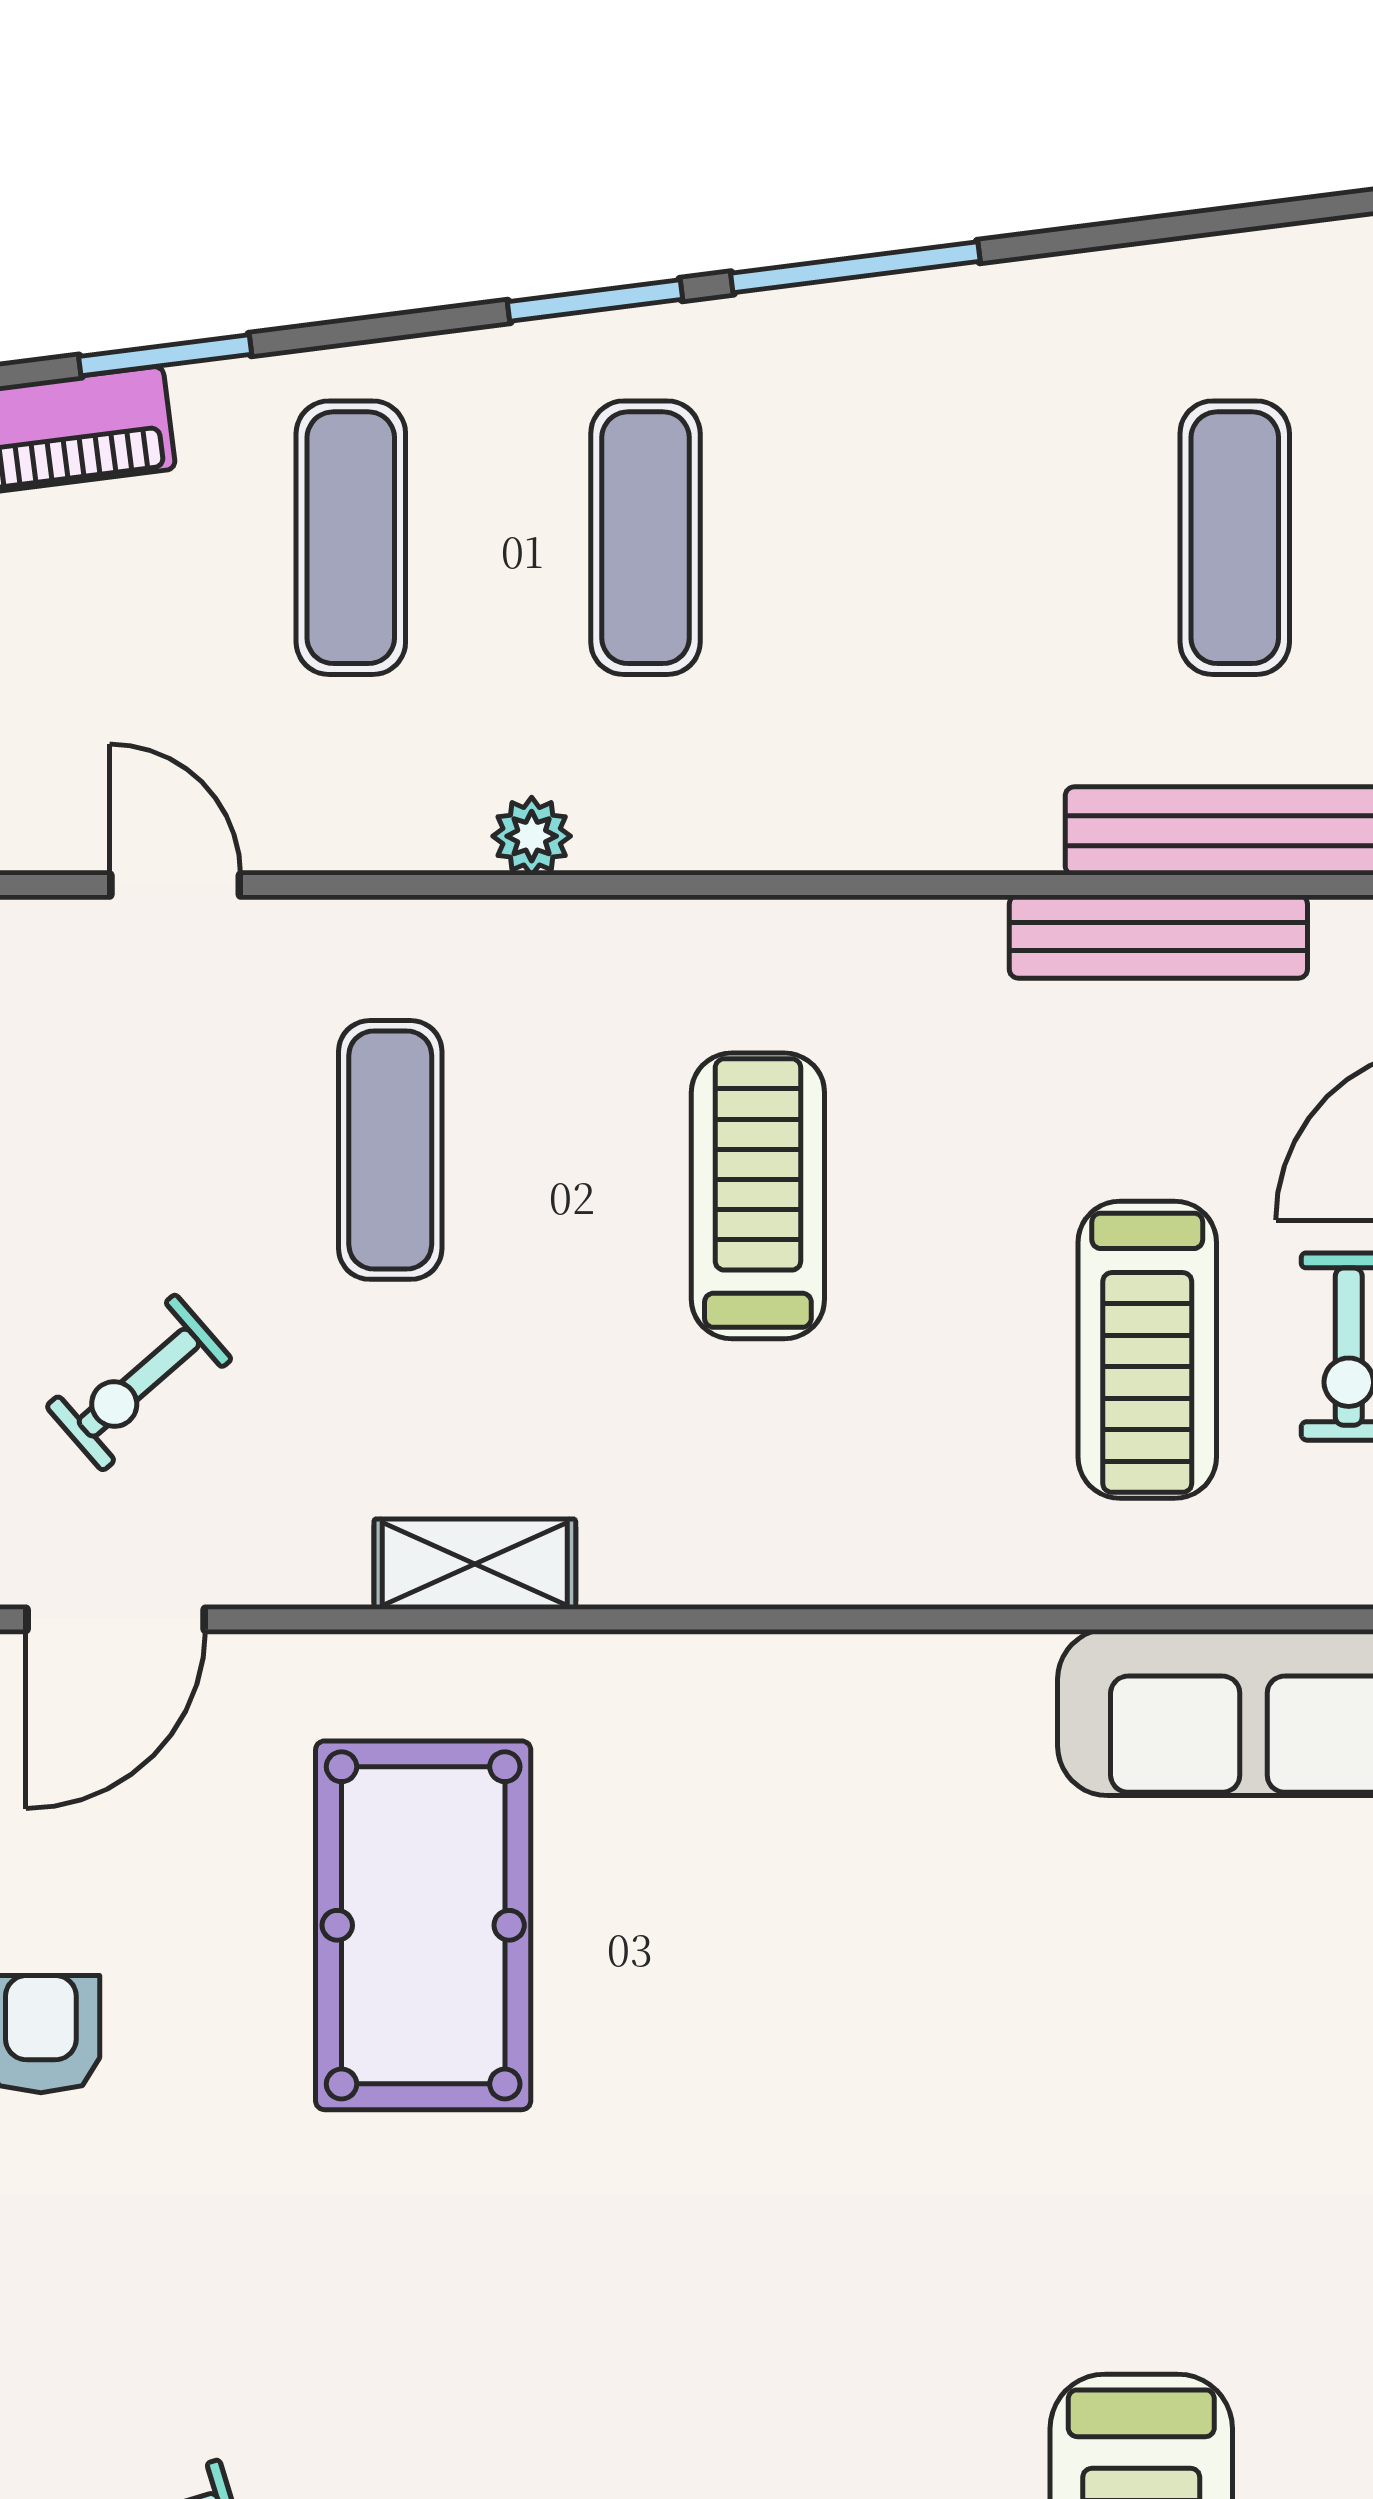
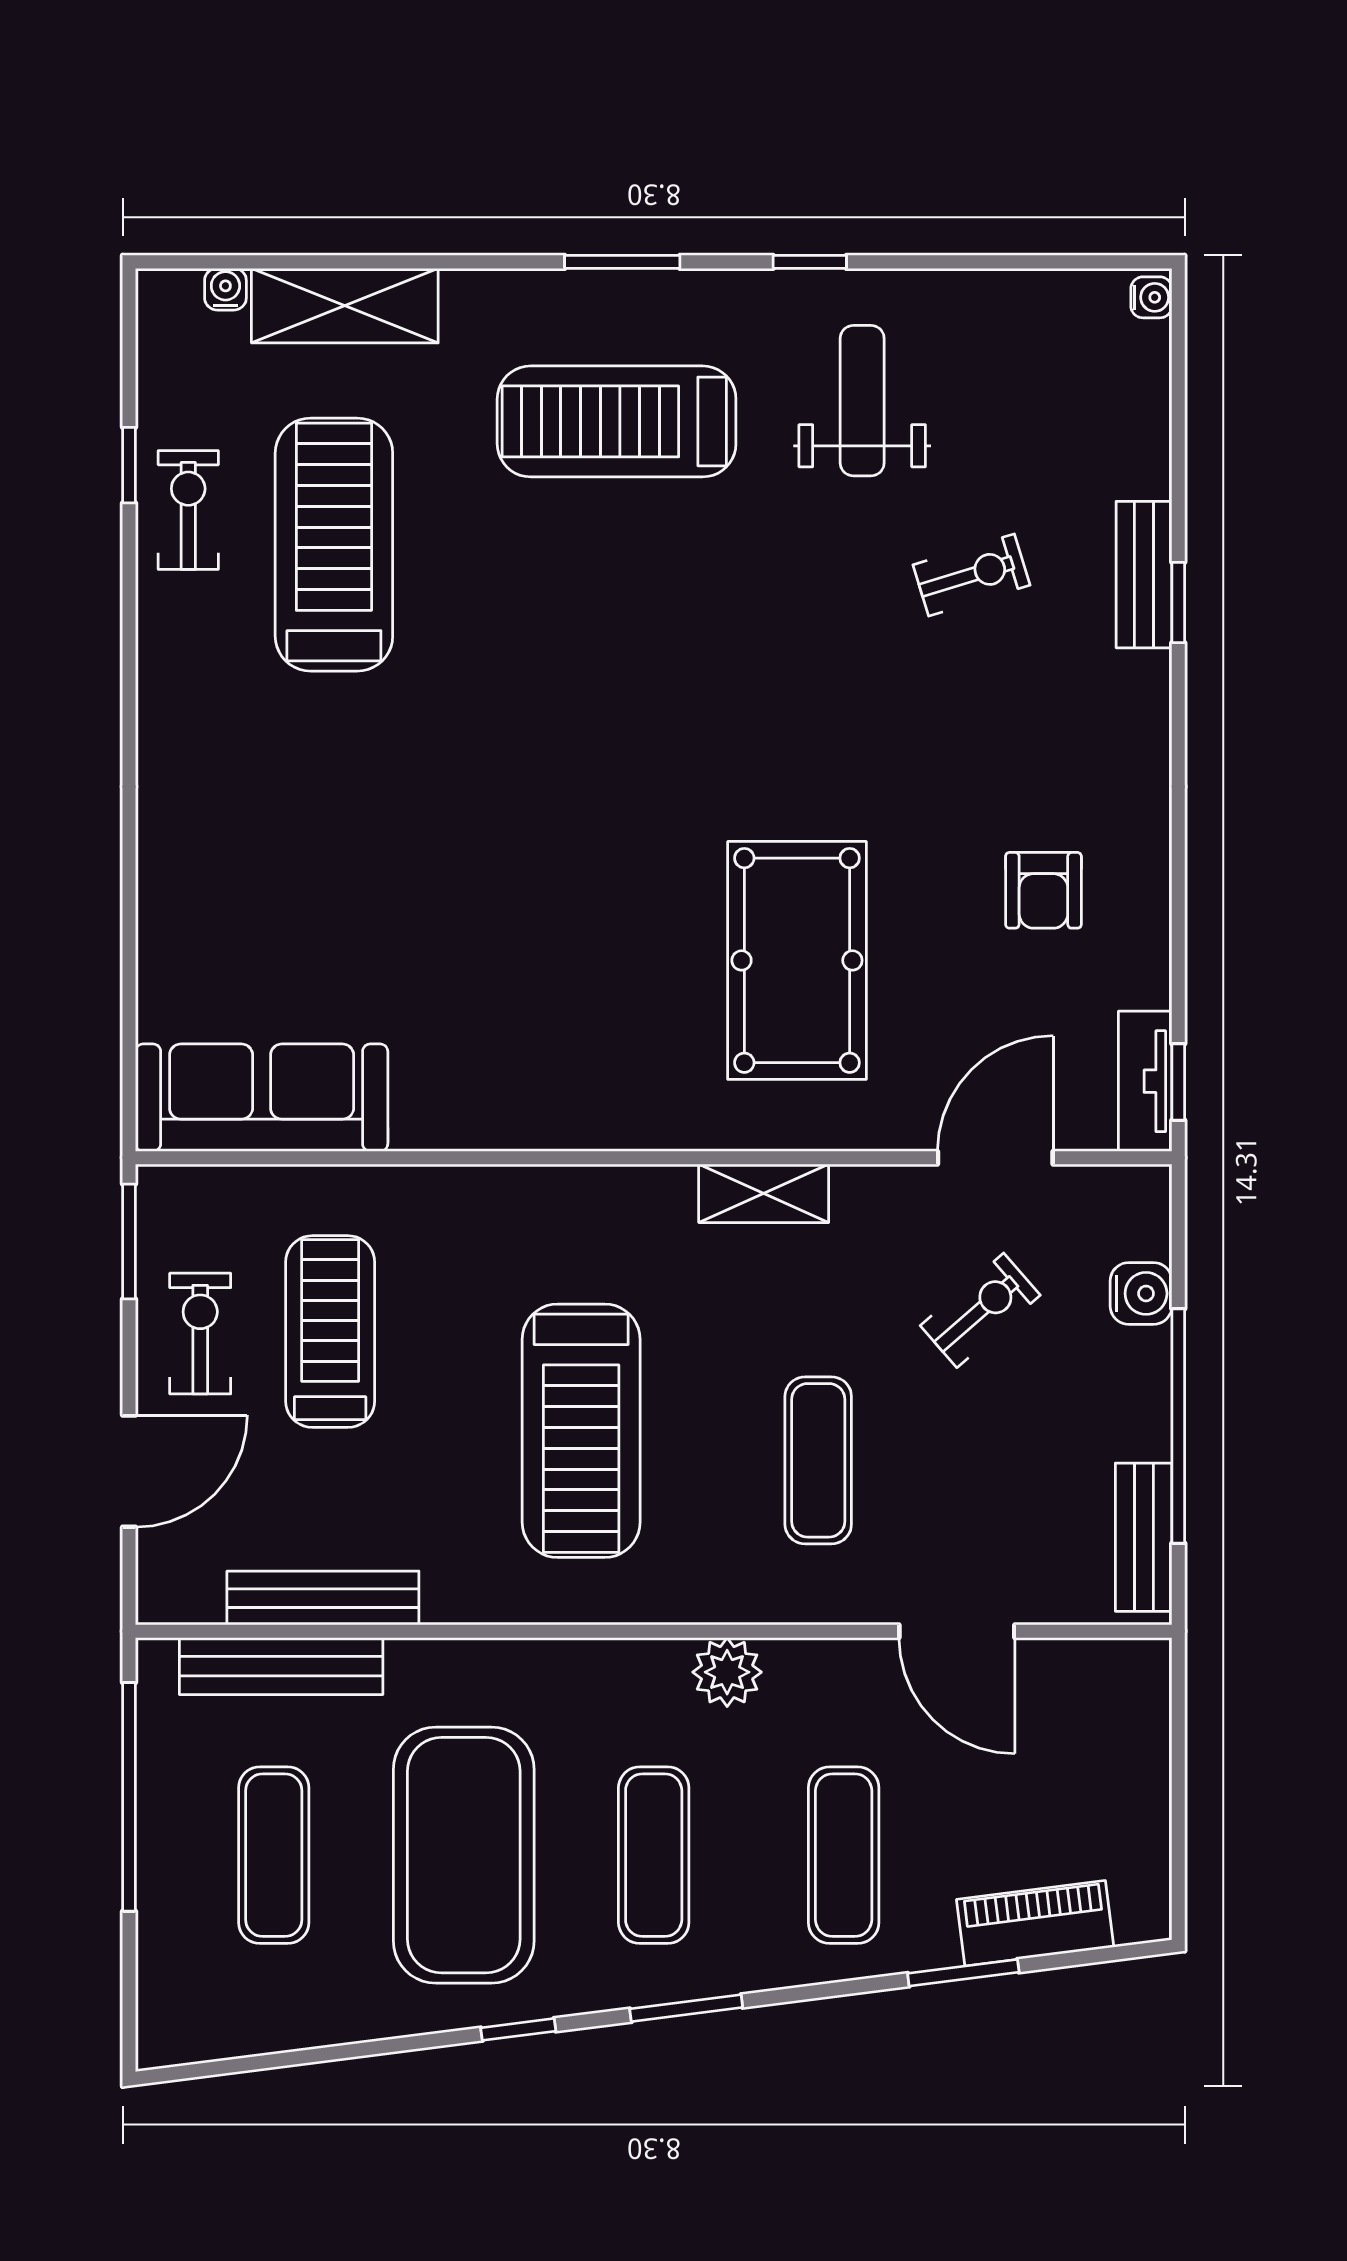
window: (855, 267) -> (518, 2029), width x0.46
exercise mat: (940, 538) -> (464, 1855), added
plant: (532, 836) -> (727, 1672), width x1.38, depth x1.38
door: (175, 885) -> (957, 1631), width x1.38
treadmill: (758, 1196) -> (581, 1431), width x1.37, depth x1.38

